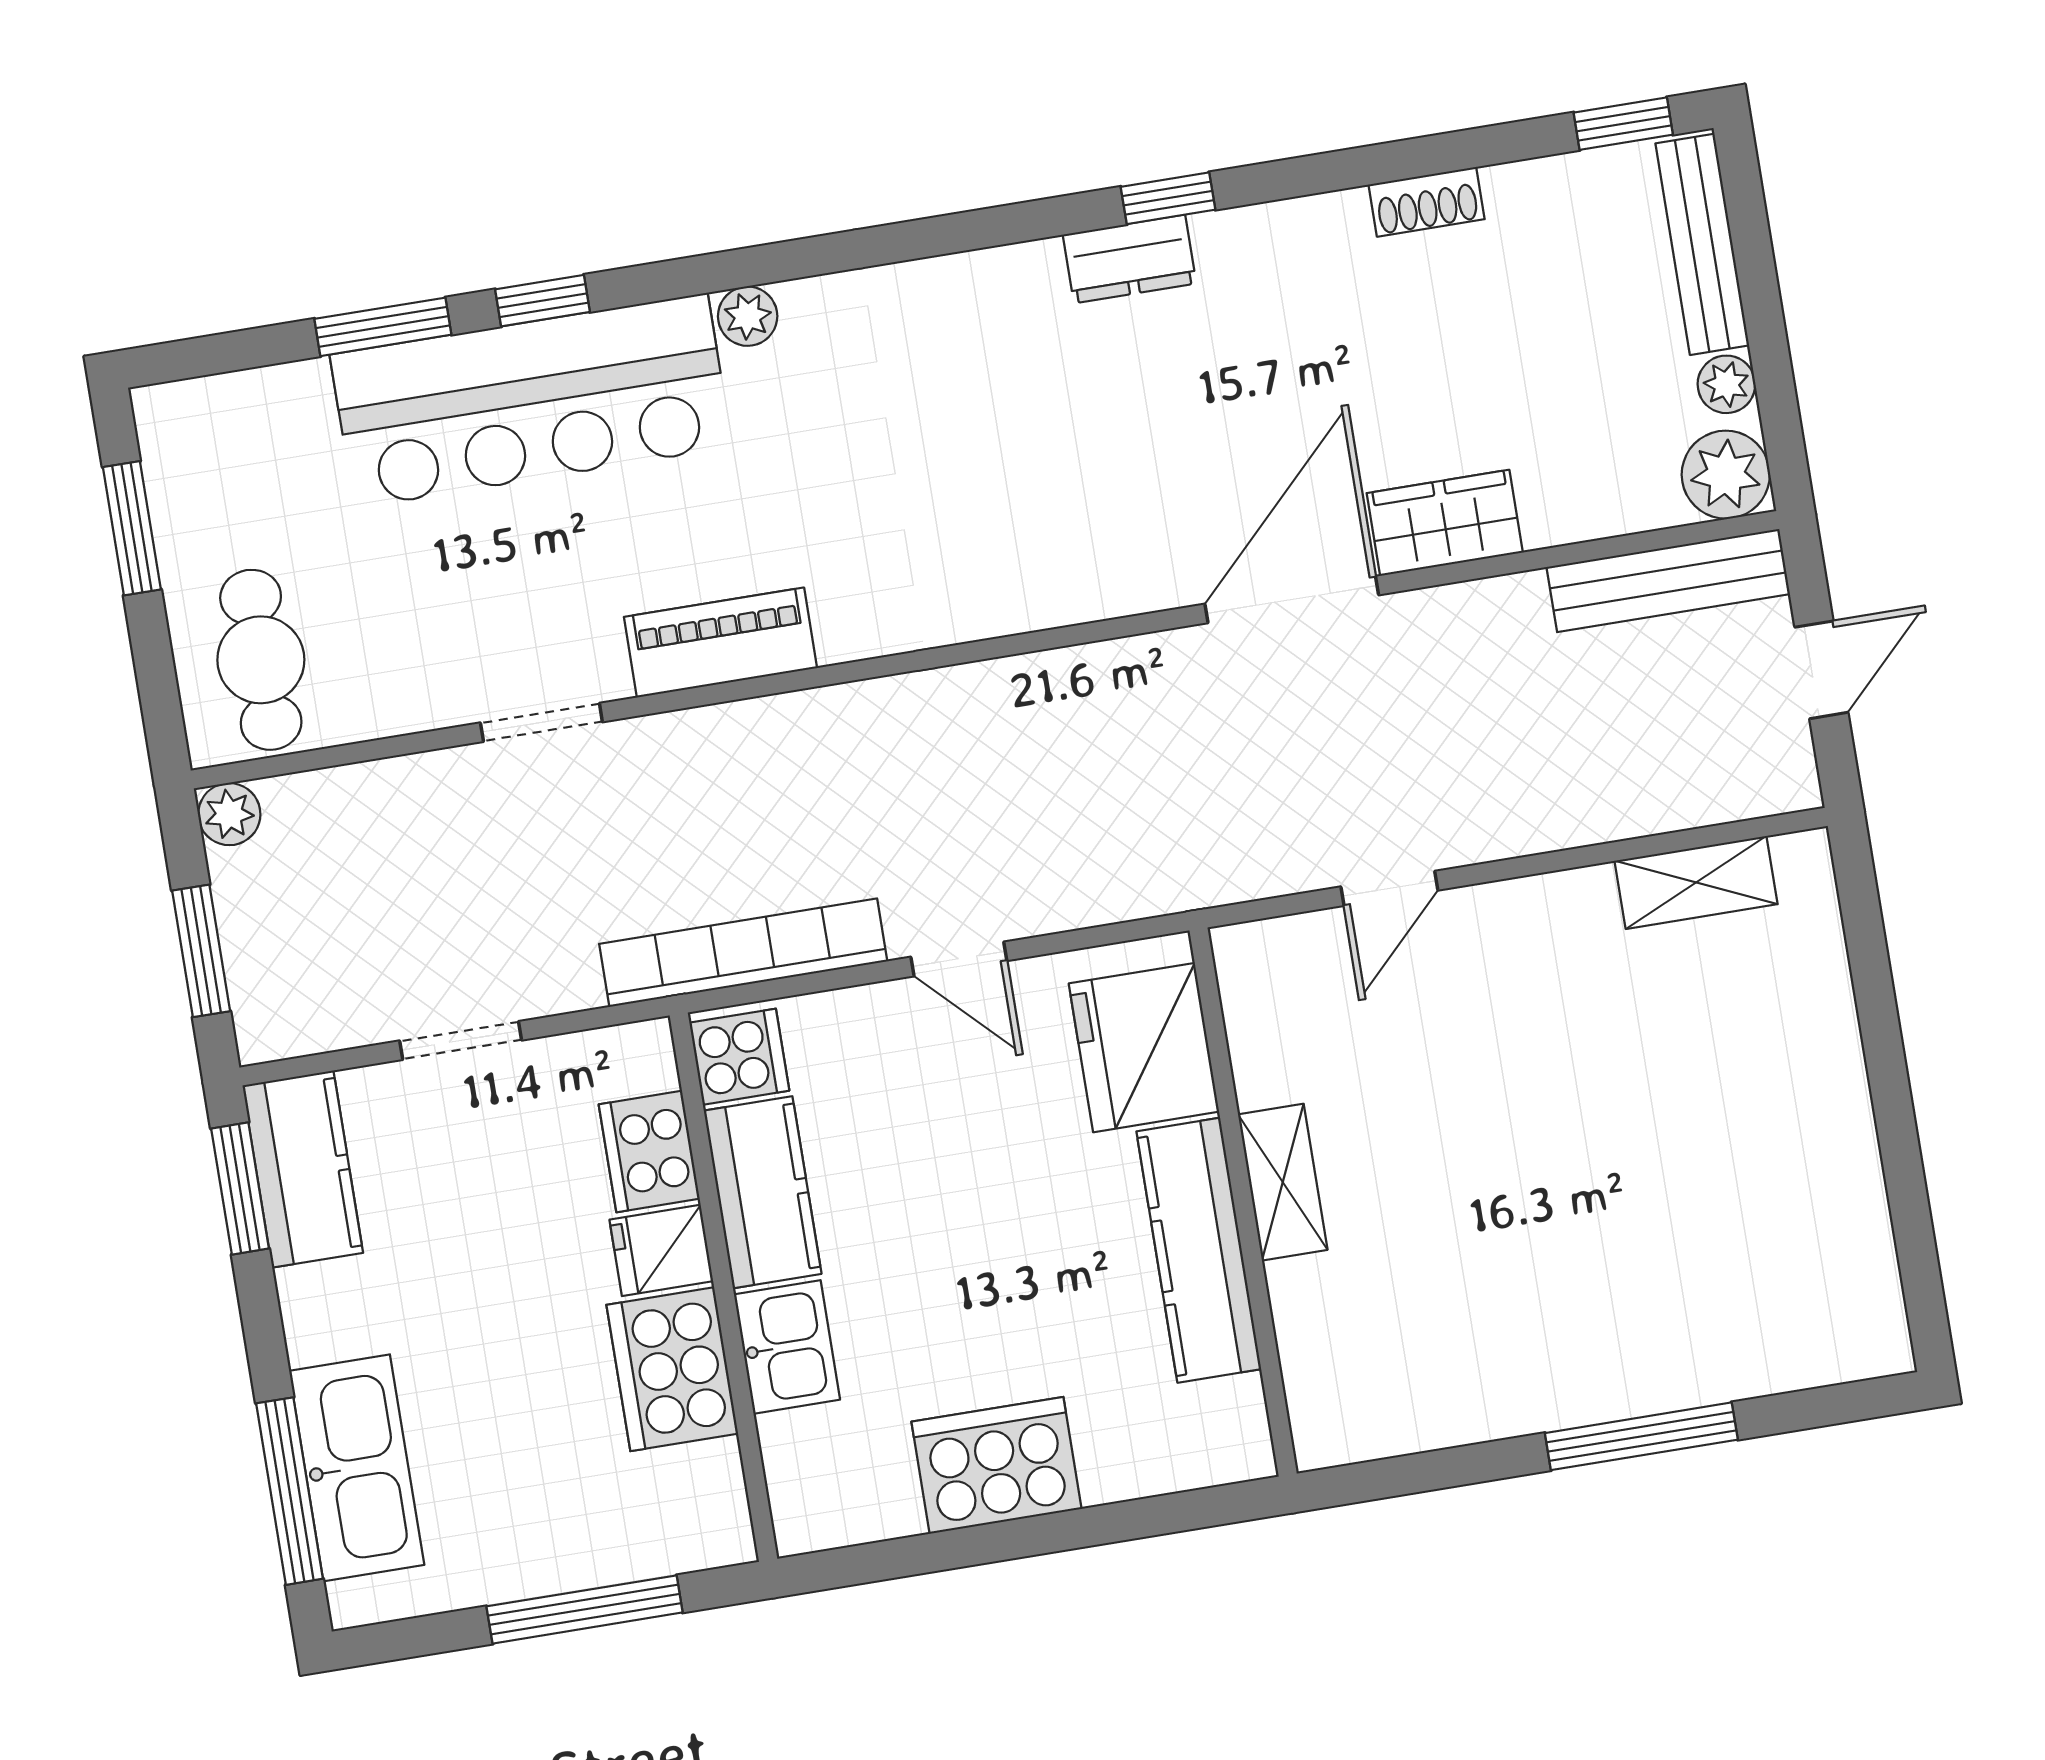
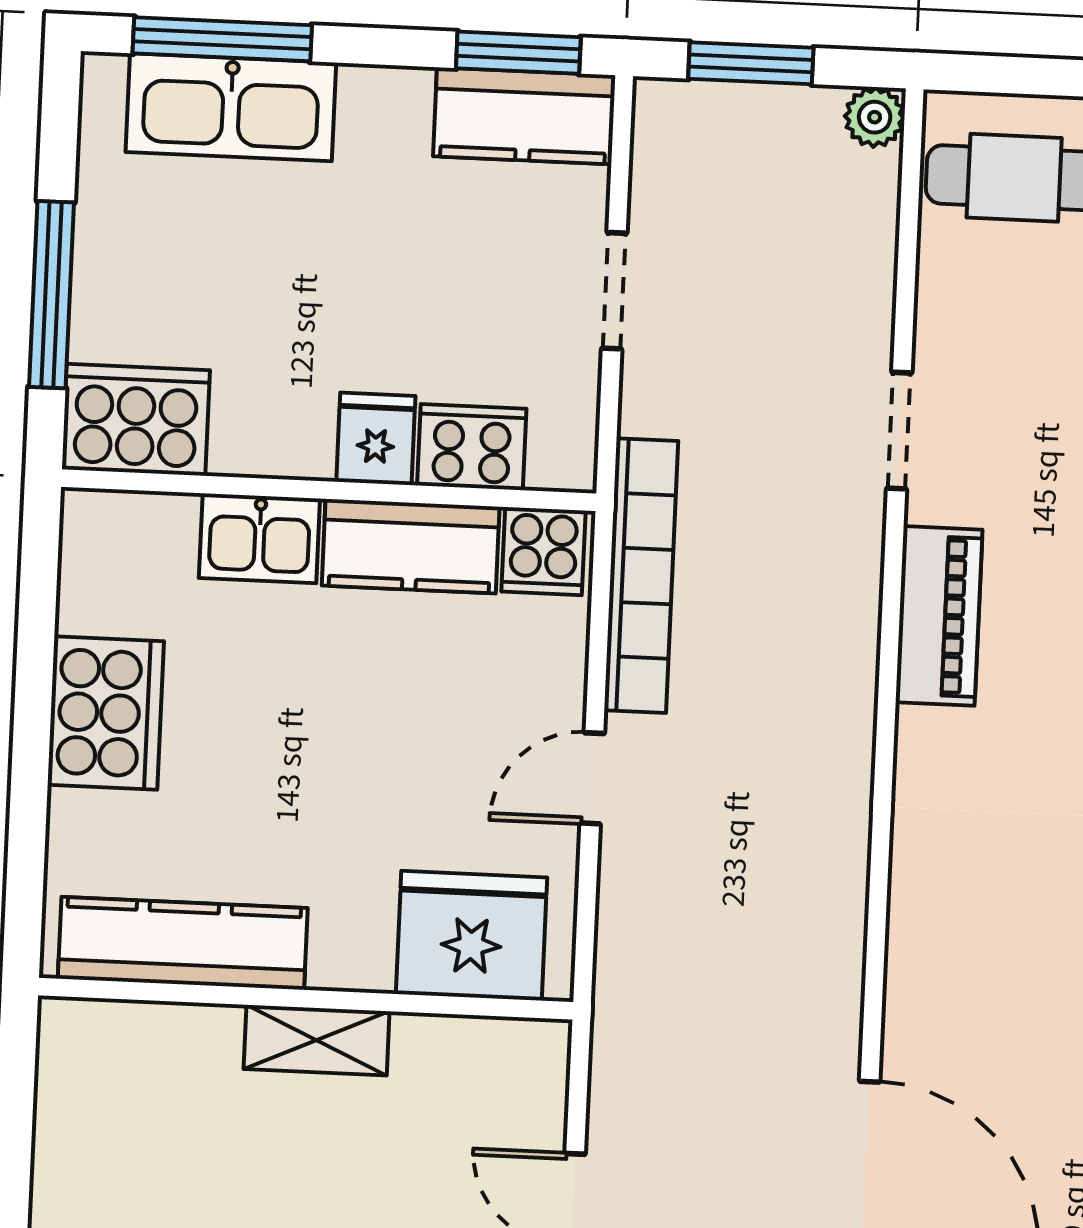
kitchen counter: (1199, 1250) -> (183, 943), moved
cooker: (672, 1369) -> (136, 420), moved

